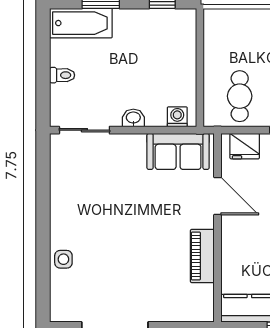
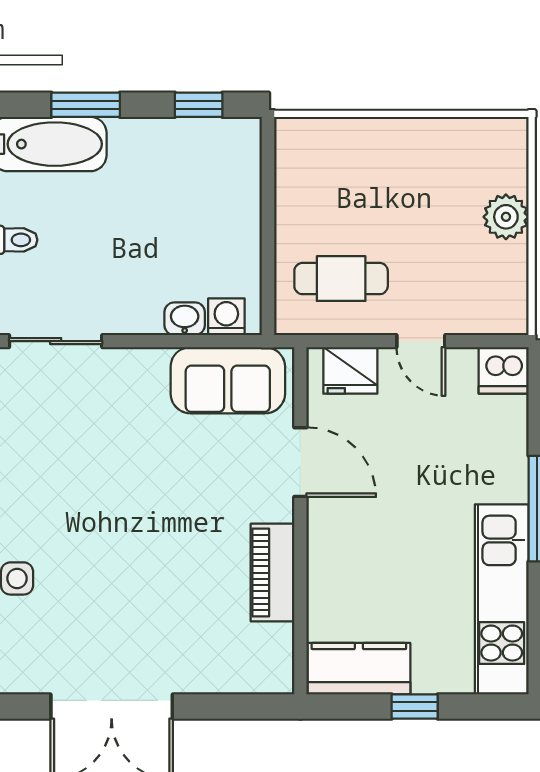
cafe table: (240, 96) -> (341, 279), turned 90
washbasin: (133, 118) -> (185, 319), moved

